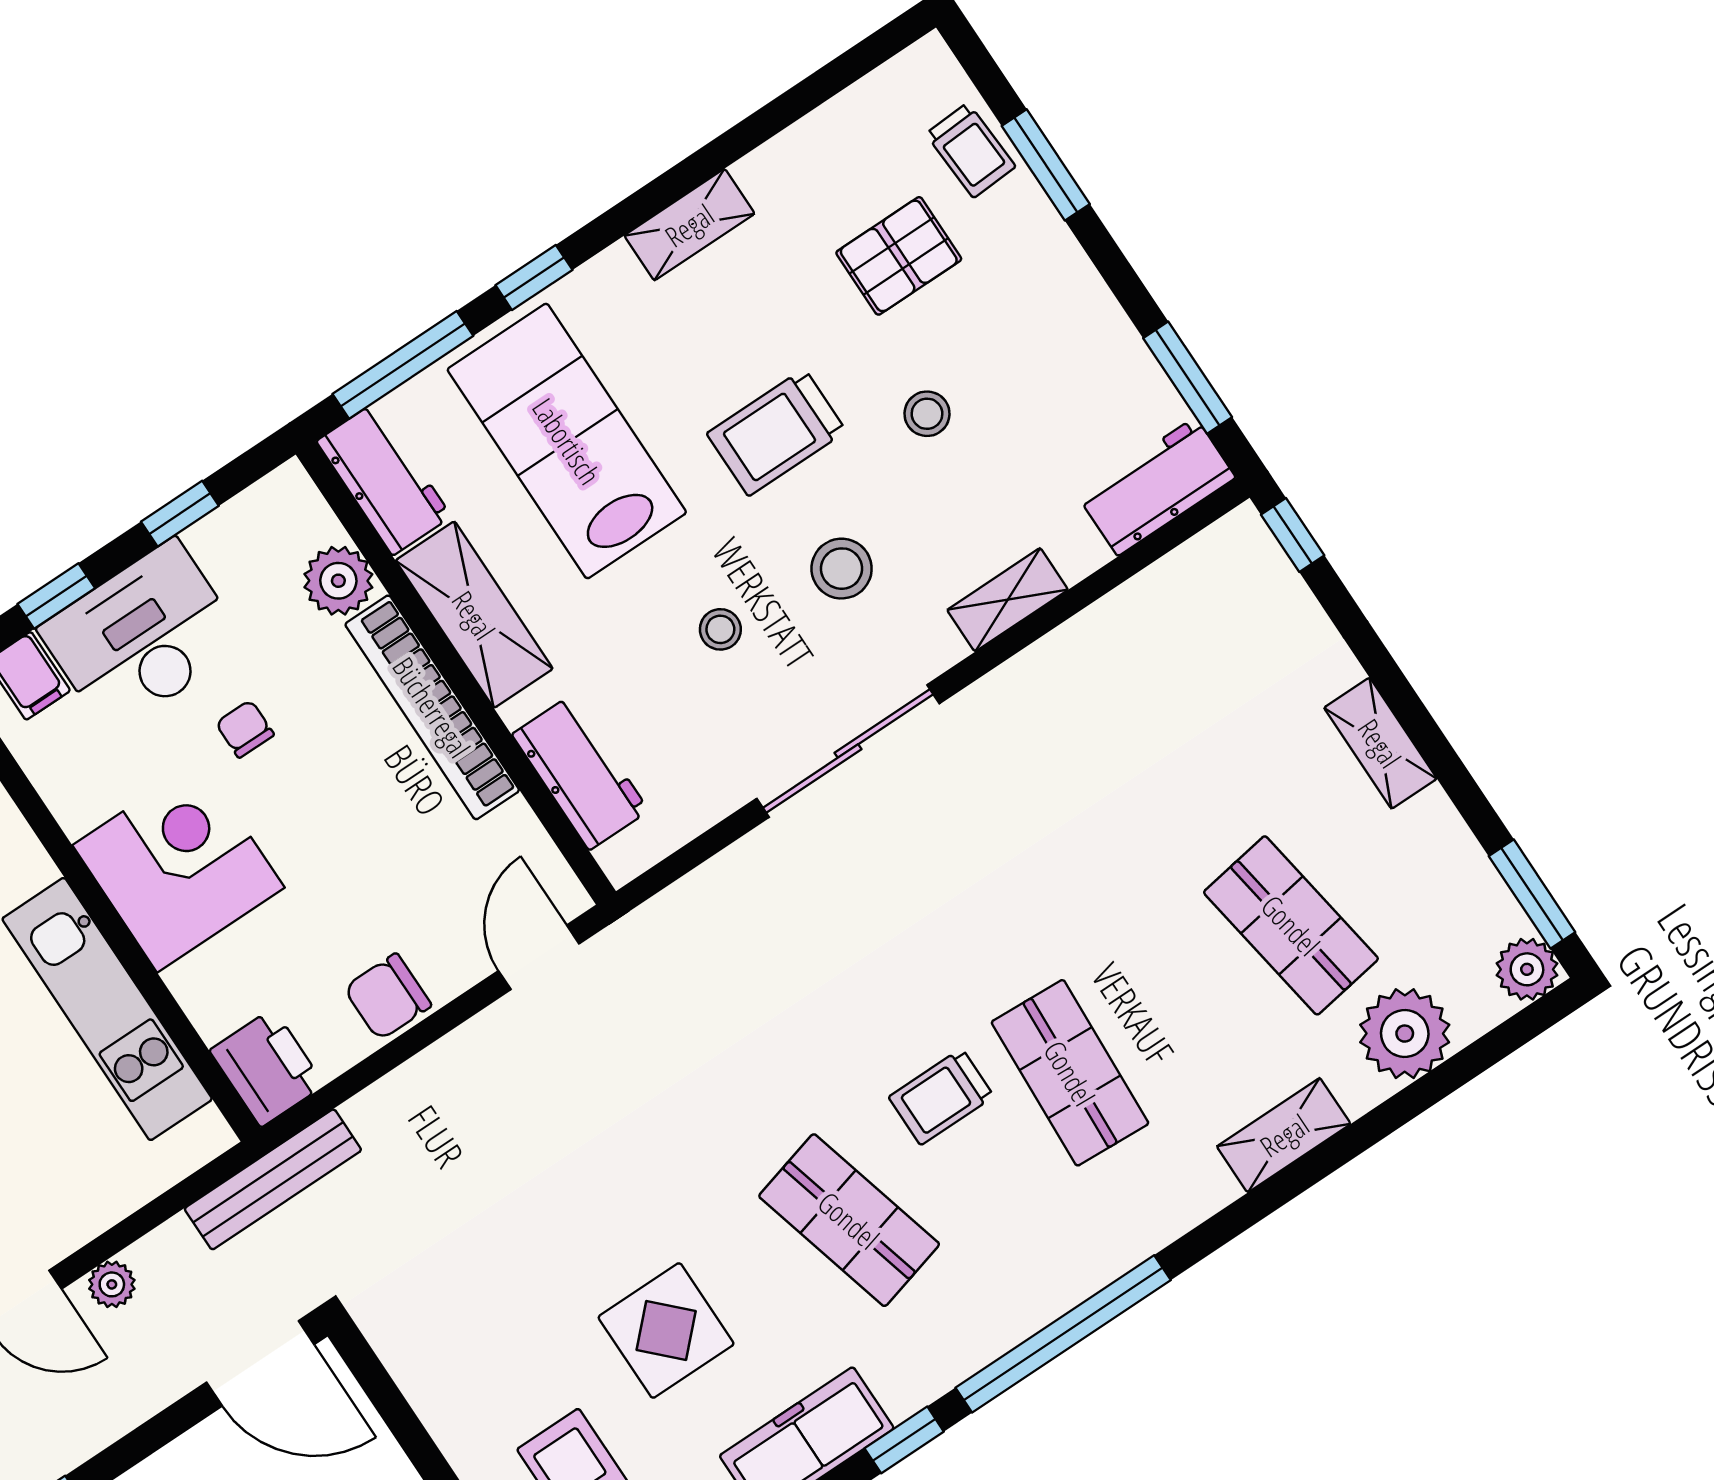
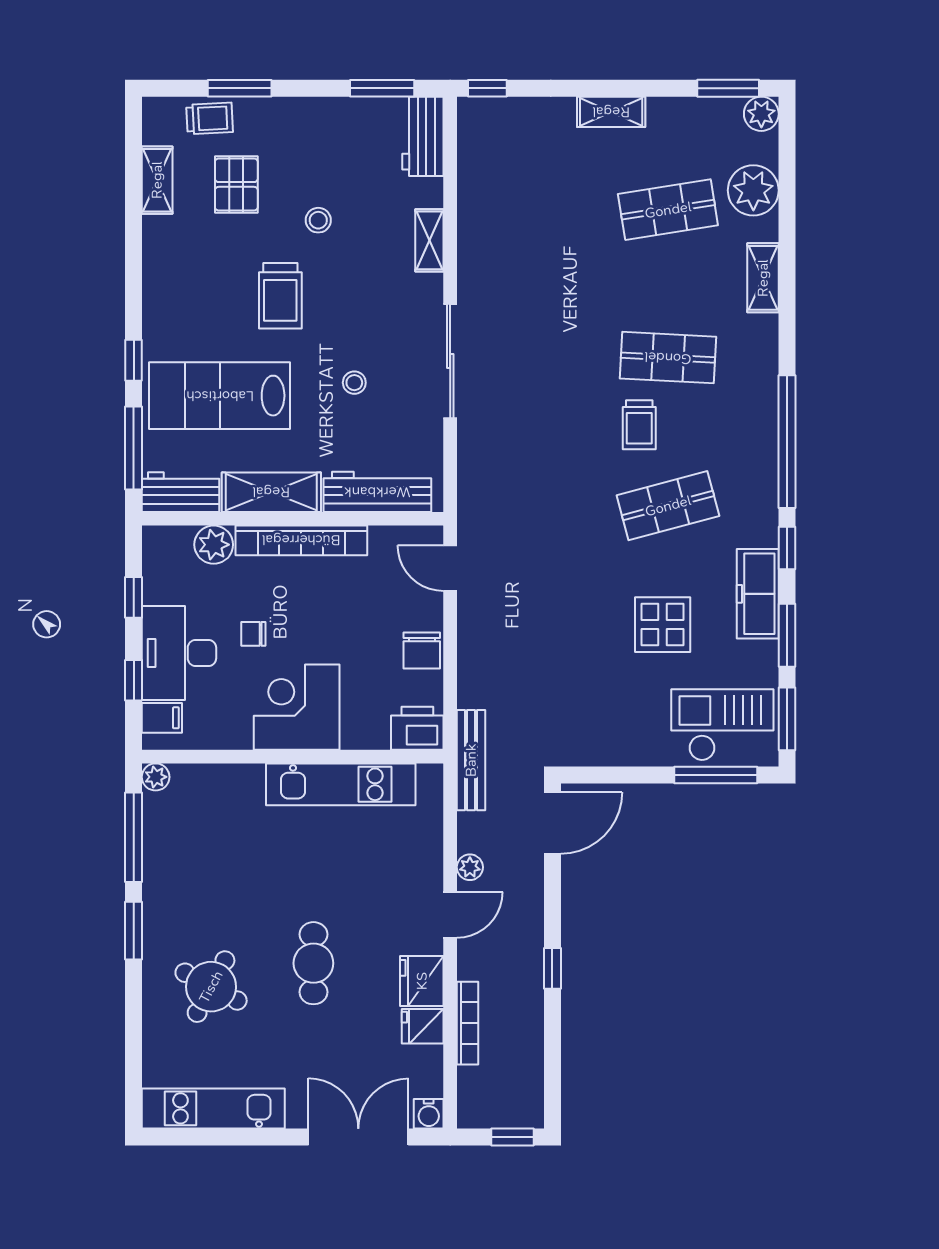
shelving: (689, 225) -> (157, 180), moved
stool: (842, 569) -> (364, 308), removed
workbench: (580, 773) -> (377, 492), width x1.38

